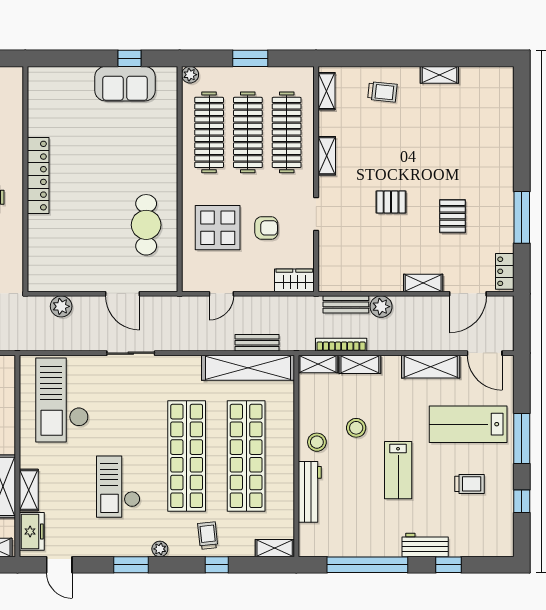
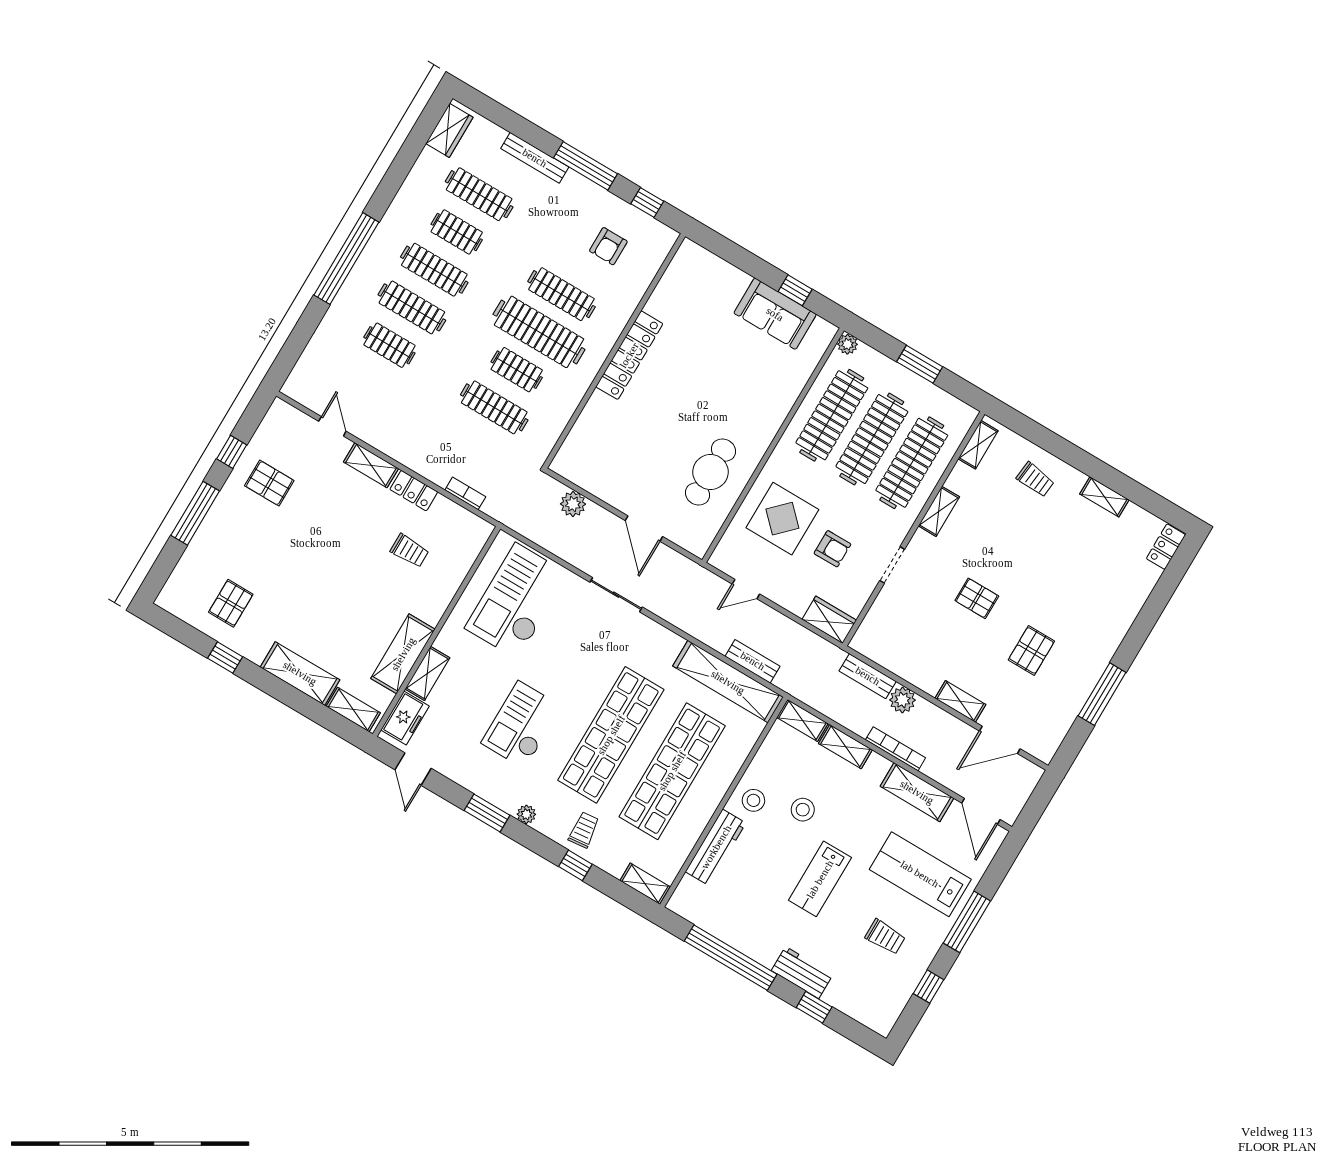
locker: (505, 271) -> (1166, 547), moved
bookcase: (341, 345) -> (896, 749), moved

